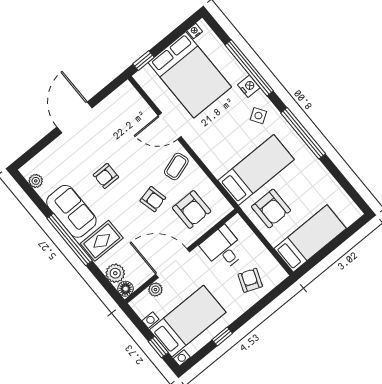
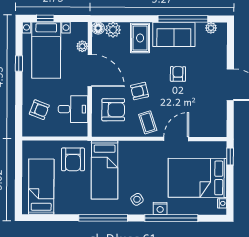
armchair: (271, 209) -> (73, 159), turned -90
armchair: (192, 210) -> (113, 110), turned 180
bed: (310, 239) -> (41, 187), moved, turned 180
window: (70, 240) -> (183, 19), moved
door: (173, 263) -> (90, 71), hinge flipped

